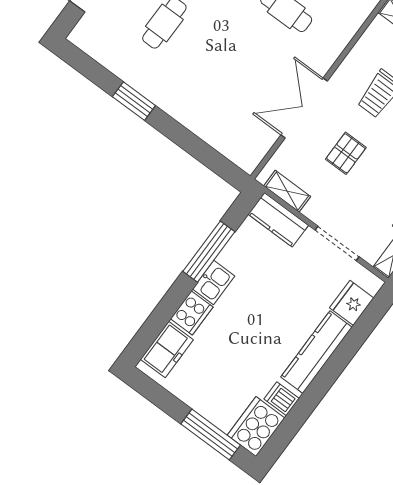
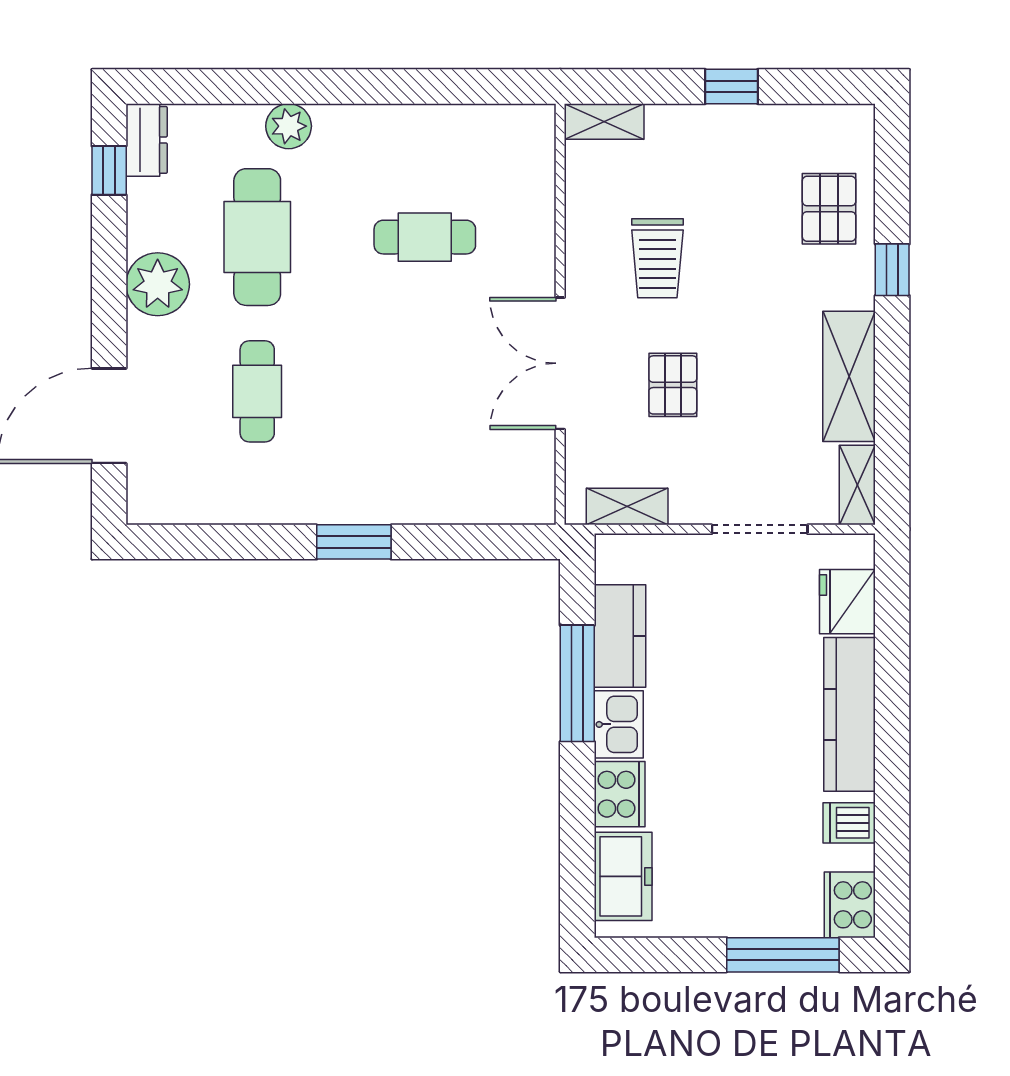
window: (134, 101) -> (354, 542), moved
kitchen counter: (278, 220) -> (620, 636), moved, turned -90
cooker: (256, 427) -> (850, 905), width x0.73, depth x0.76

